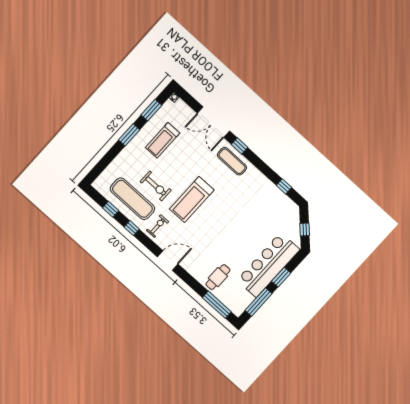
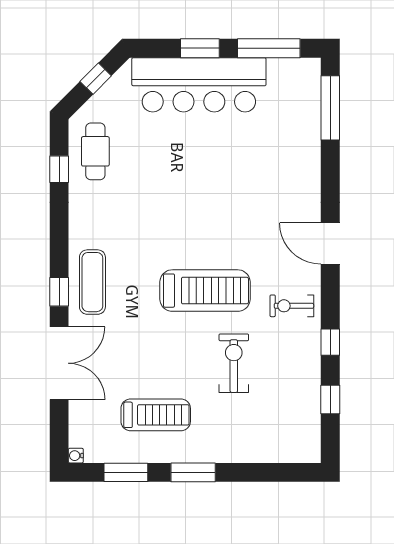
exercise mat: (132, 199) -> (285, 381), removed
cafe table: (218, 277) -> (95, 151), moved, turned 90

